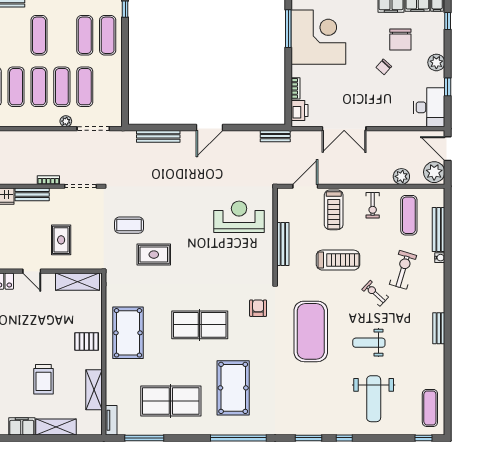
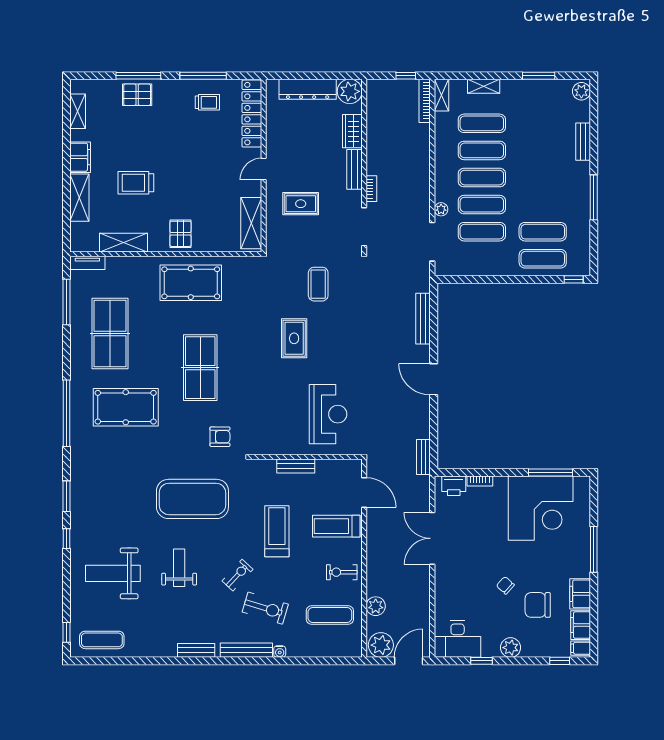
exercise mat: (39, 35) -> (543, 178), removed
bench: (439, 229) -> (246, 650), moved
bench: (283, 244) -> (296, 466), width x0.73
rug: (154, 255) -> (294, 338), moved
treadmill: (338, 260) -> (277, 531), turned 180

